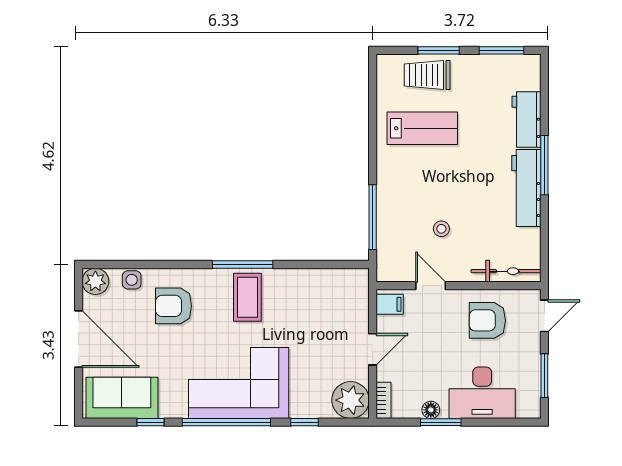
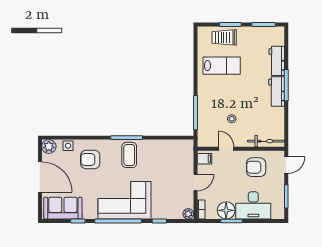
workbench: (526, 188) -> (277, 92), width x0.73
plant: (351, 400) -> (188, 214), width x0.53, depth x0.53
floor lamp: (431, 410) -> (226, 210), width x1.89, depth x1.89

